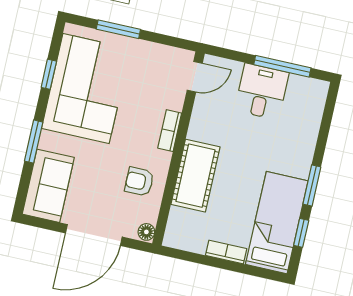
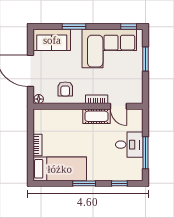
window: (49, 74) -> (129, 27), moved
door: (195, 77) -> (118, 106), moved
cot: (195, 176) -> (96, 116), moved, width x0.73, depth x0.75
armchair: (139, 182) -> (65, 89), turned 180
window: (301, 233) -> (119, 183), moved

